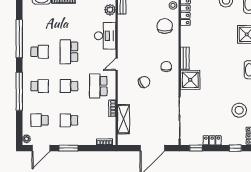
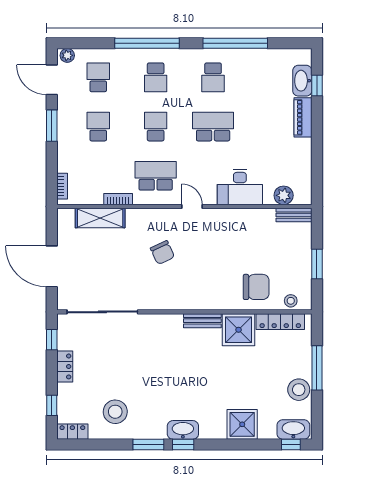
chair: (166, 67) -> (188, 290), removed
shower: (190, 80) -> (239, 330), moved

